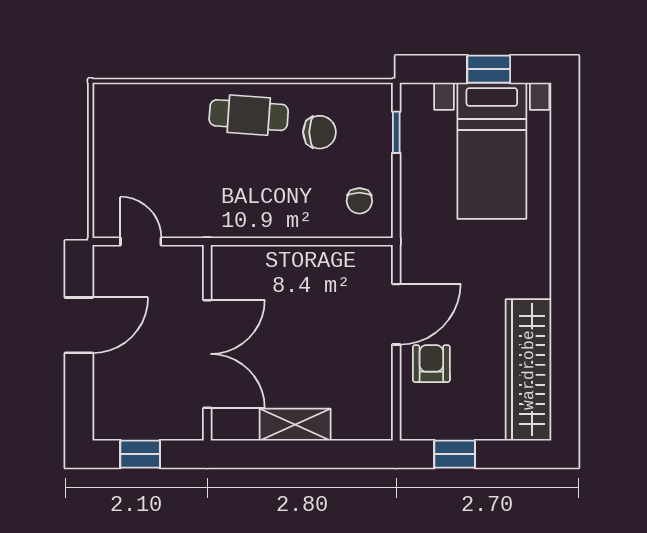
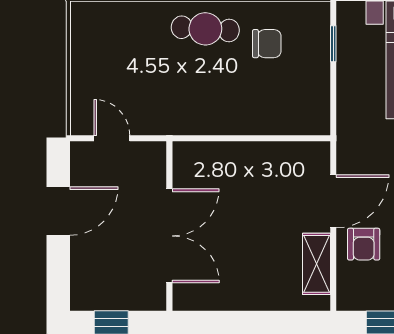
chair: (359, 201) -> (301, 103), removed
armchair: (431, 364) -> (364, 244), turned 180
shelving: (295, 425) -> (316, 264), moved, turned 90

